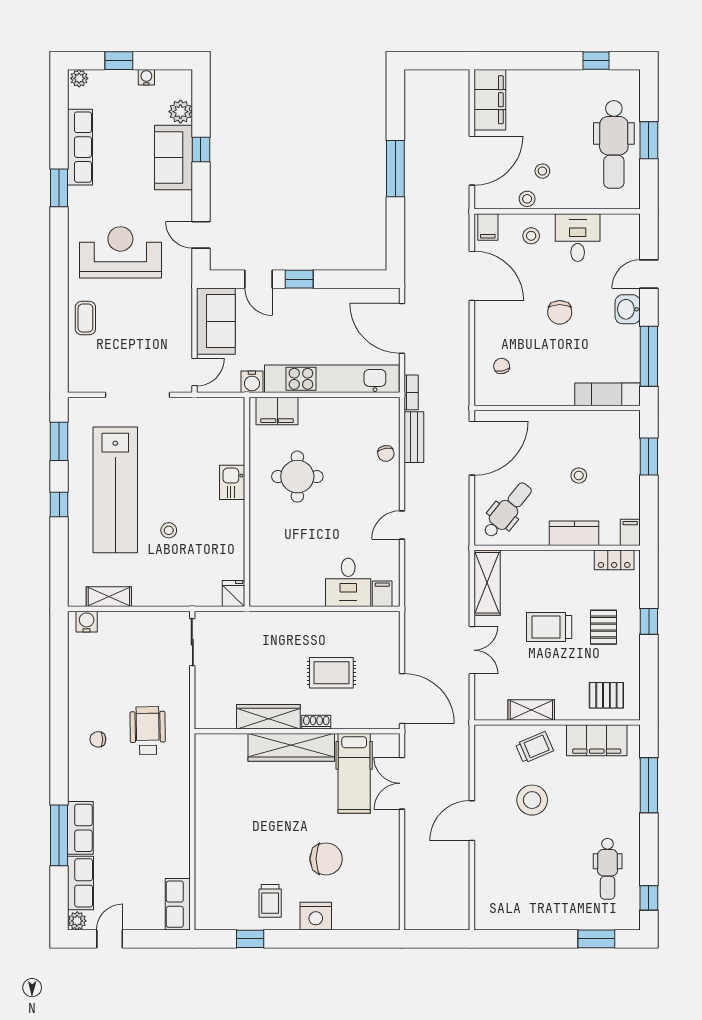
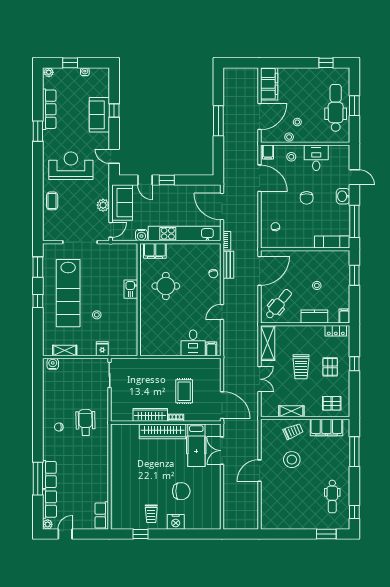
plant: (180, 112) -> (103, 205), moved
dental chair: (614, 144) -> (336, 108), turned 180
door: (649, 274) -> (354, 177), swing flipped
fridge: (233, 594) -> (102, 349), moved
trolley: (549, 627) -> (301, 367), turned -90
rug: (331, 673) -> (184, 391), turned 90

